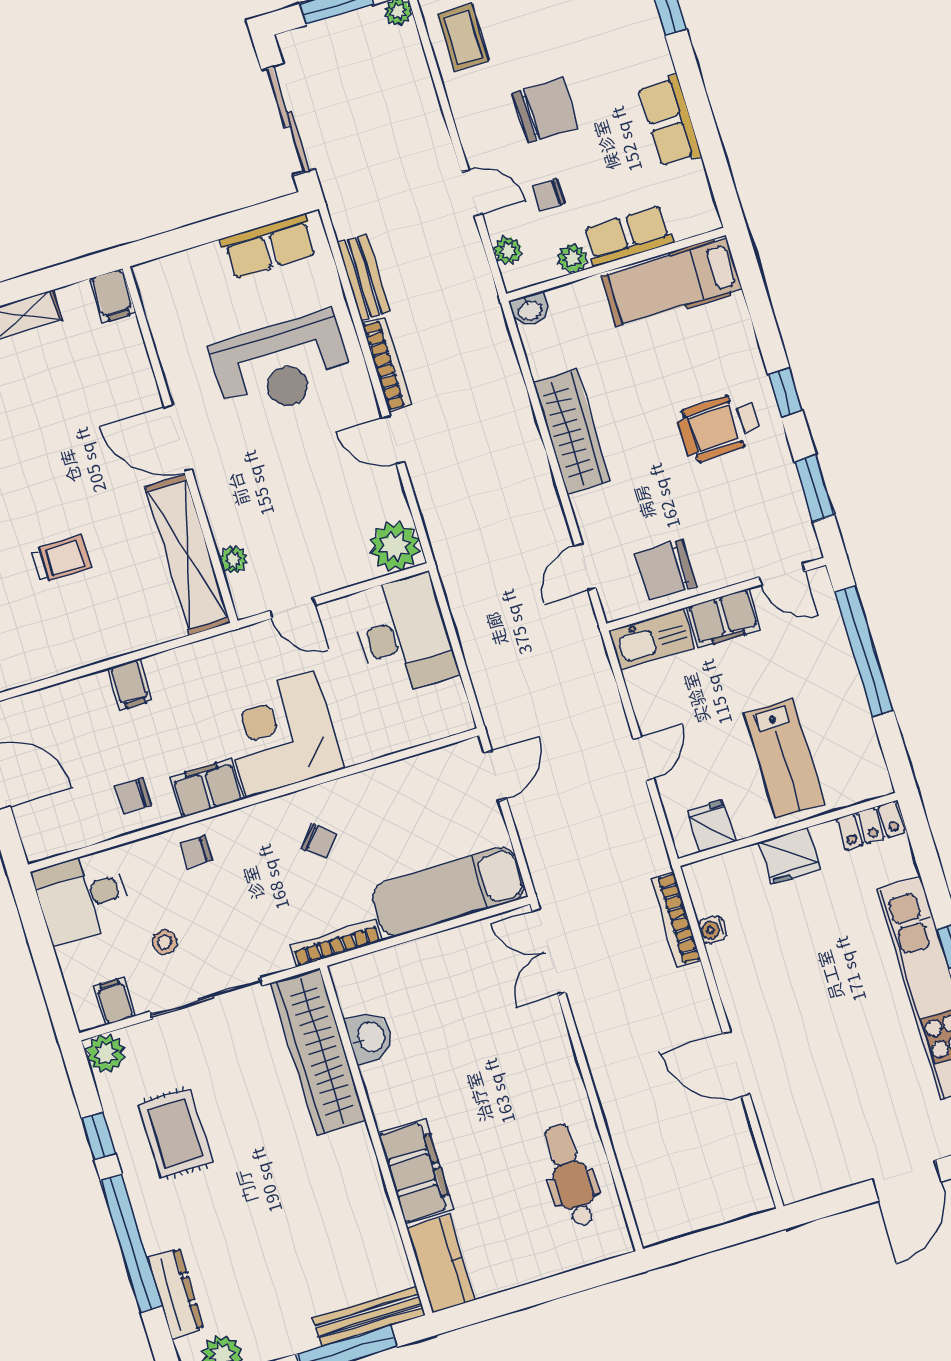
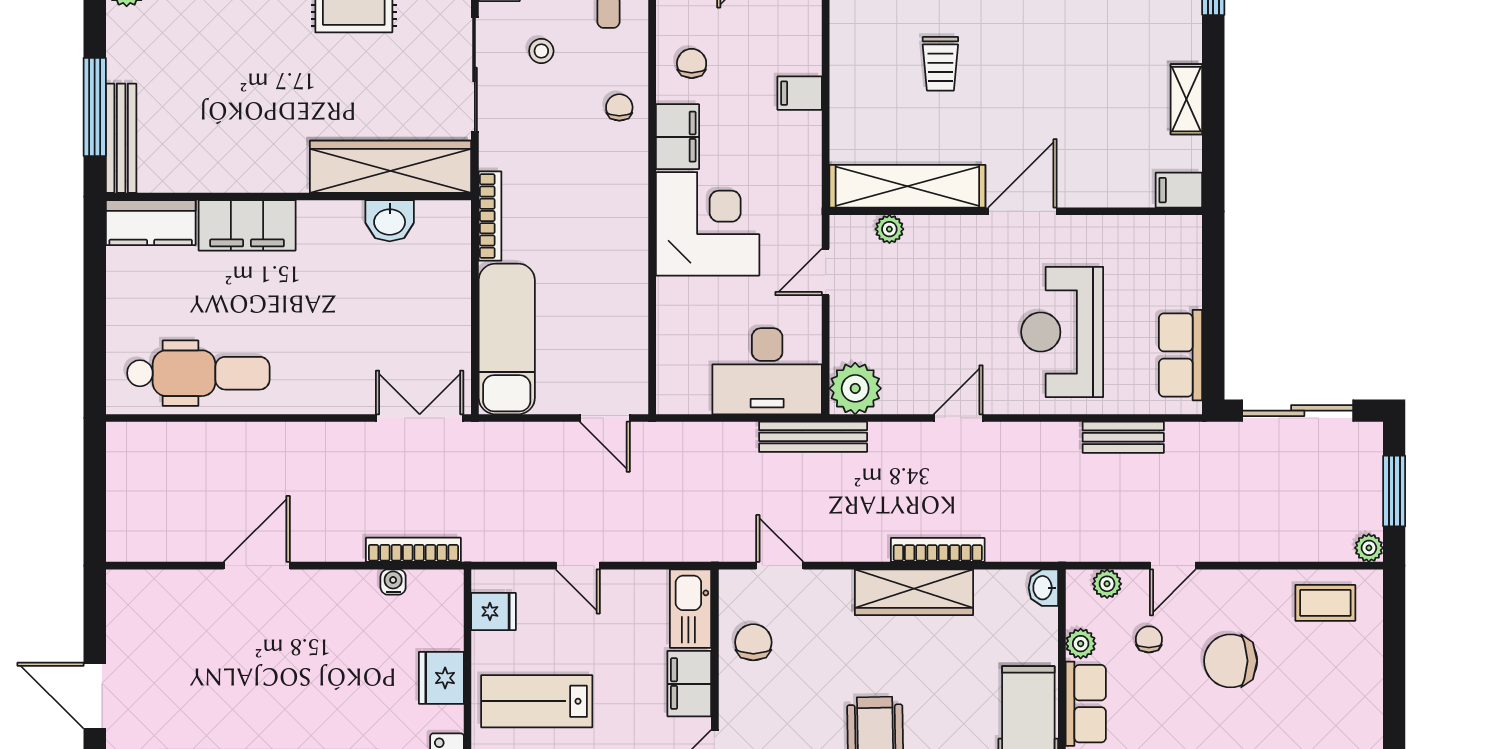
chair: (545, 111) -> (1231, 661), turned 90
bookcase: (387, 364) -> (938, 550), moved, turned 180
chair: (666, 570) -> (753, 642), width x0.73, depth x0.73
bench: (453, 572) -> (813, 437), added
chair: (319, 842) -> (593, 229), removed
dental chair: (570, 1175) -> (198, 373), width x1.36, depth x1.38

